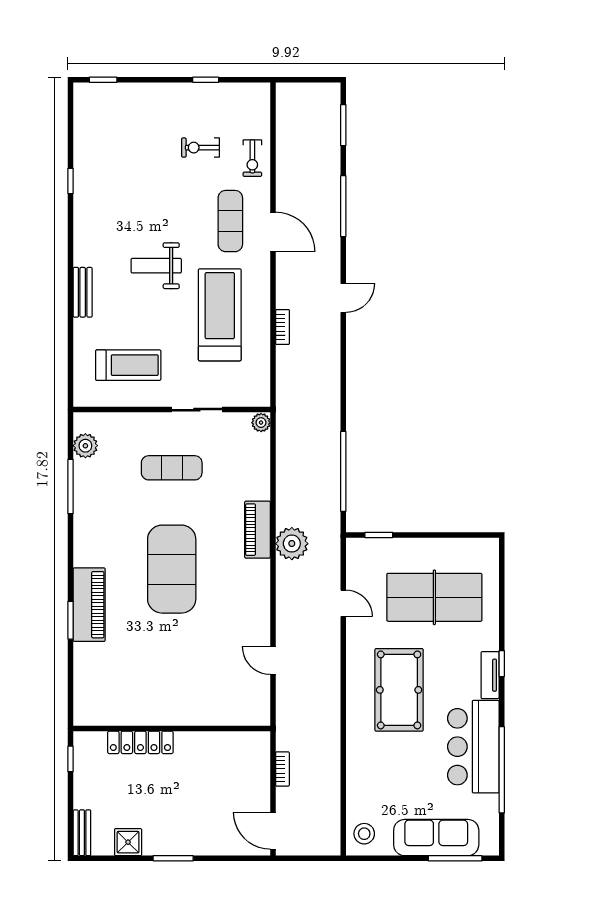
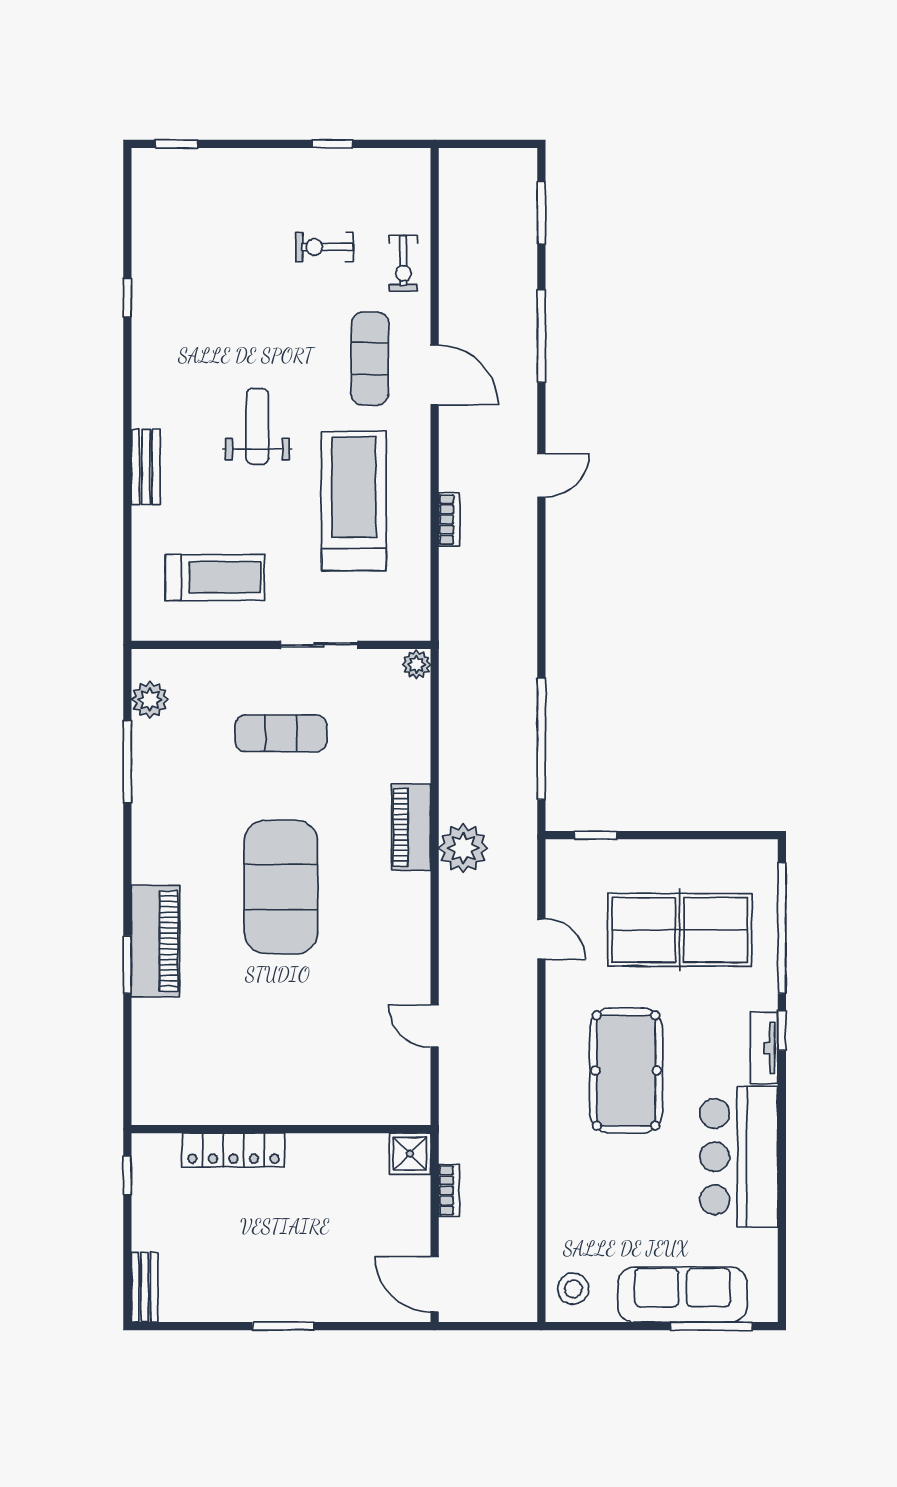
weight bench: (156, 266) -> (257, 426), turned 90
window: (502, 770) -> (782, 928), moved
shower: (128, 842) -> (410, 1154), moved

